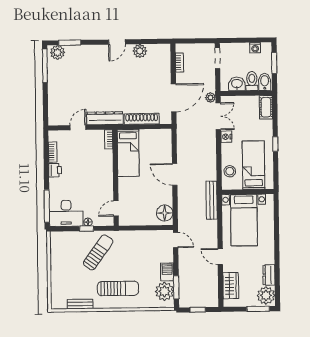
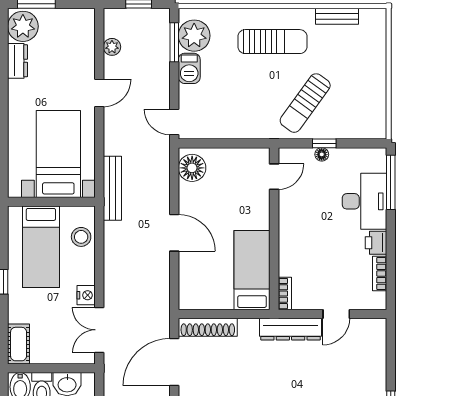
plant: (210, 97) -> (112, 47), moved
shoe rack: (142, 119) -> (208, 327), moved
desk: (66, 213) -> (364, 201), moved, turned 90
door: (220, 257) -> (99, 93), hinge flipped
wardrobe: (231, 286) -> (82, 44), removed
sun lounger: (118, 288) -> (272, 42), turned 180

